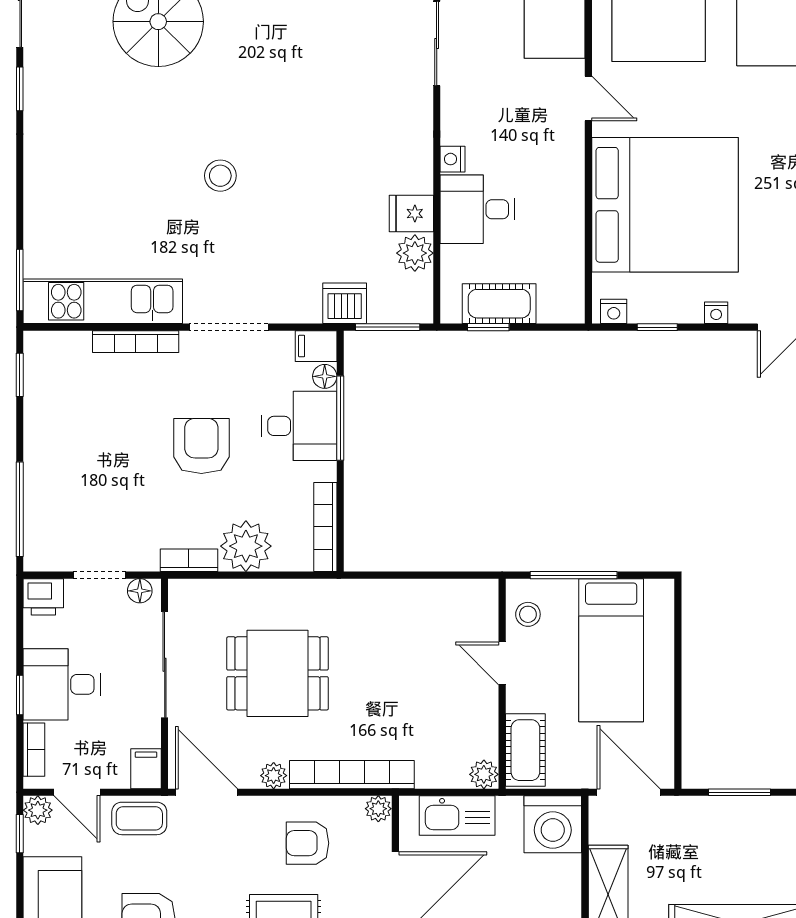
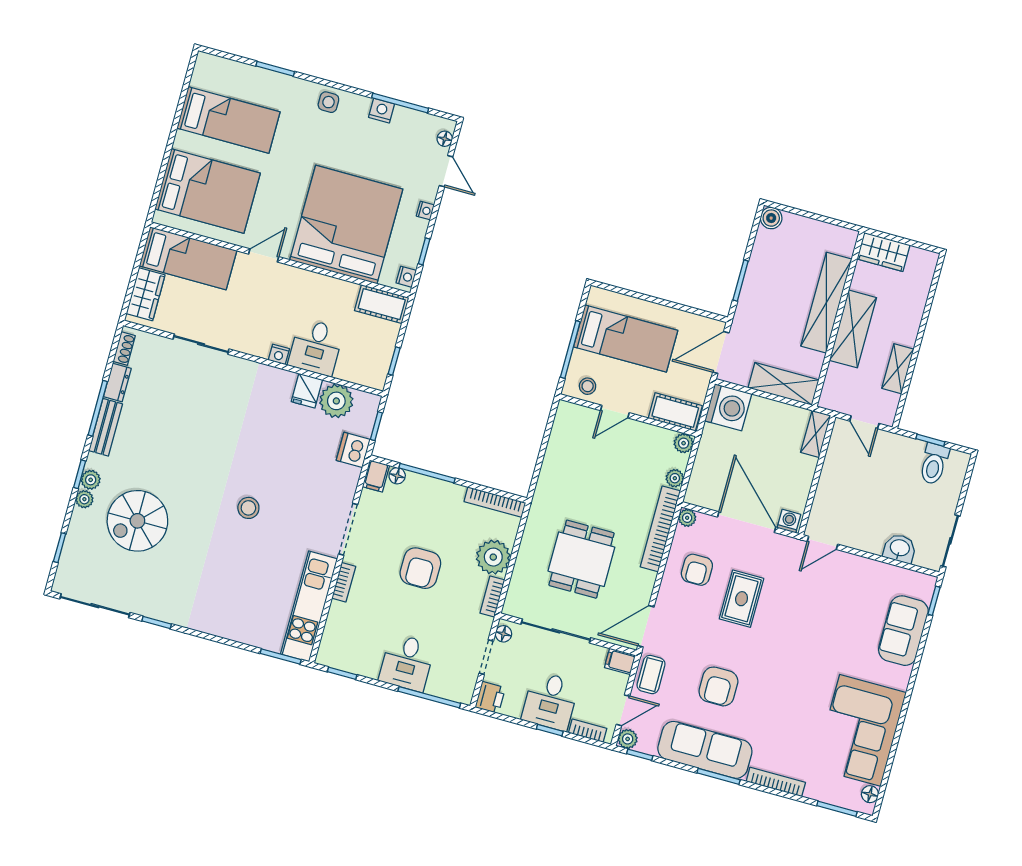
plant: (415, 253) -> (336, 401), width x1.36, depth x1.36
cot: (499, 304) -> (382, 304), moved, turned 90
window: (388, 327) -> (376, 426), width x0.67
bookcase: (136, 342) -> (344, 582), width x0.64
desk: (299, 426) -> (407, 663), moved, turned 180
armchair: (201, 446) -> (420, 568), turned -90
plant: (274, 776) -> (675, 478), moved
kitchen sink: (457, 816) -> (706, 468), removed

